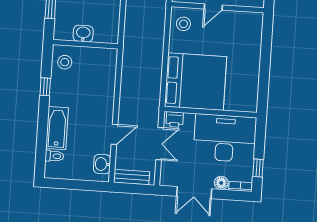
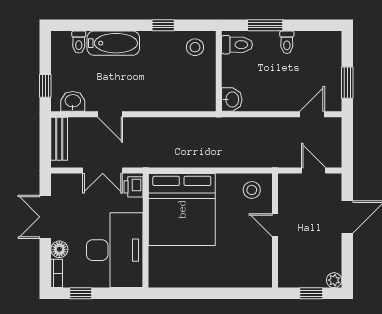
toilet: (65, 28) -> (237, 45), added
washbasin: (83, 34) -> (232, 99), moved
window: (88, 185) -> (45, 86), added

